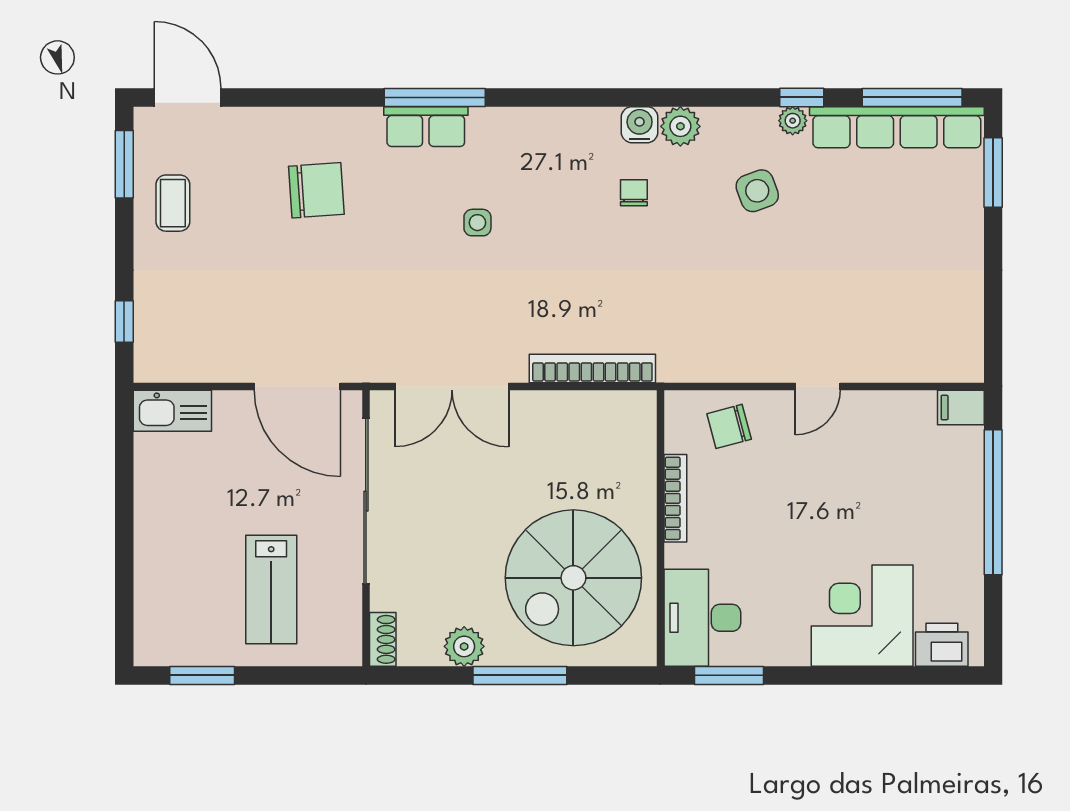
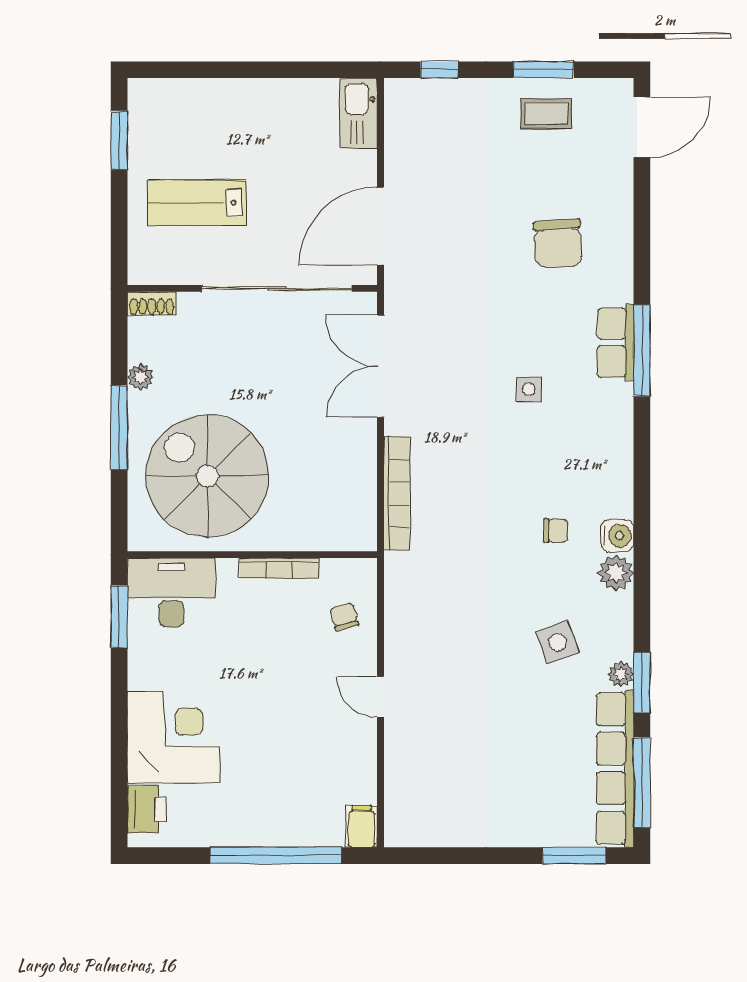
window: (802, 97) -> (642, 682), width x1.50
window: (124, 164) -> (544, 70), moved
chair: (729, 426) -> (344, 617), width x0.73, depth x0.73
plant: (464, 646) -> (140, 377), width x0.73, depth x0.73

